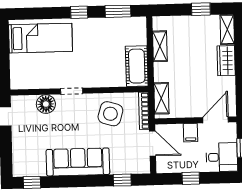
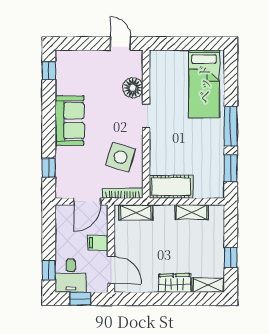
window: (79, 12) -> (231, 126), width x2.17
sofa: (78, 162) -> (70, 121), width x0.73
window: (191, 178) -> (49, 270), moved

